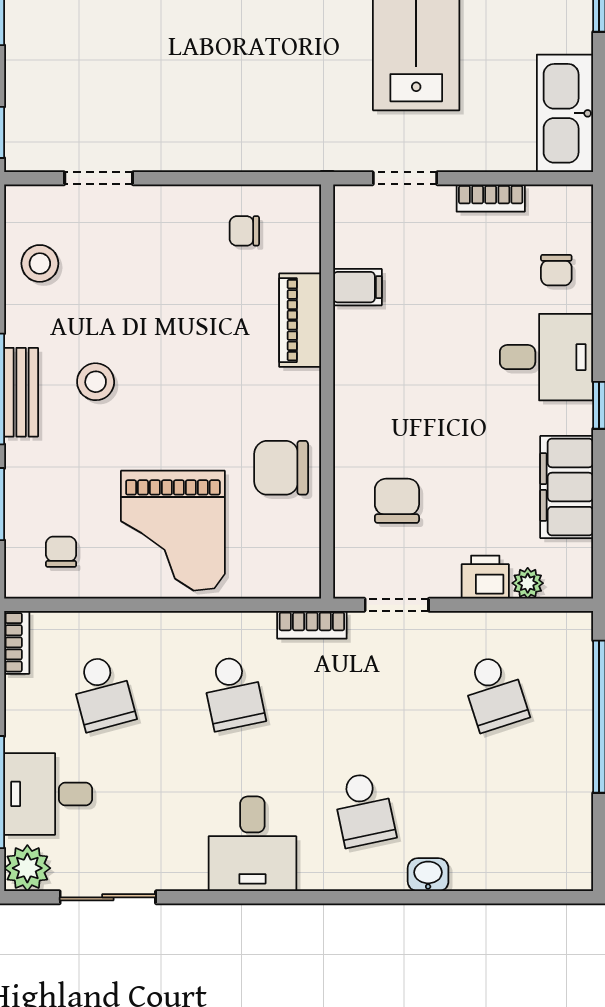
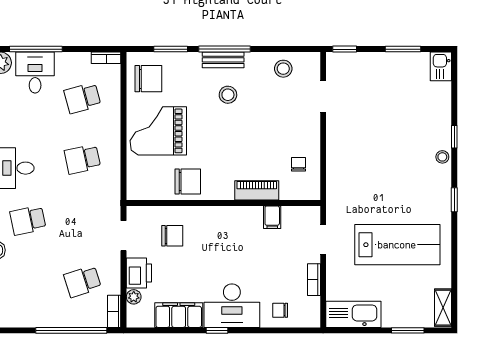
desk: (547, 357) -> (232, 306), width x1.37
chair: (281, 468) -> (188, 181), turned 90
chair: (61, 552) -> (148, 79), width x1.87, depth x1.87
printer: (485, 577) -> (139, 273), width x1.36, depth x1.24
bookcase: (312, 625) -> (114, 311), moved

